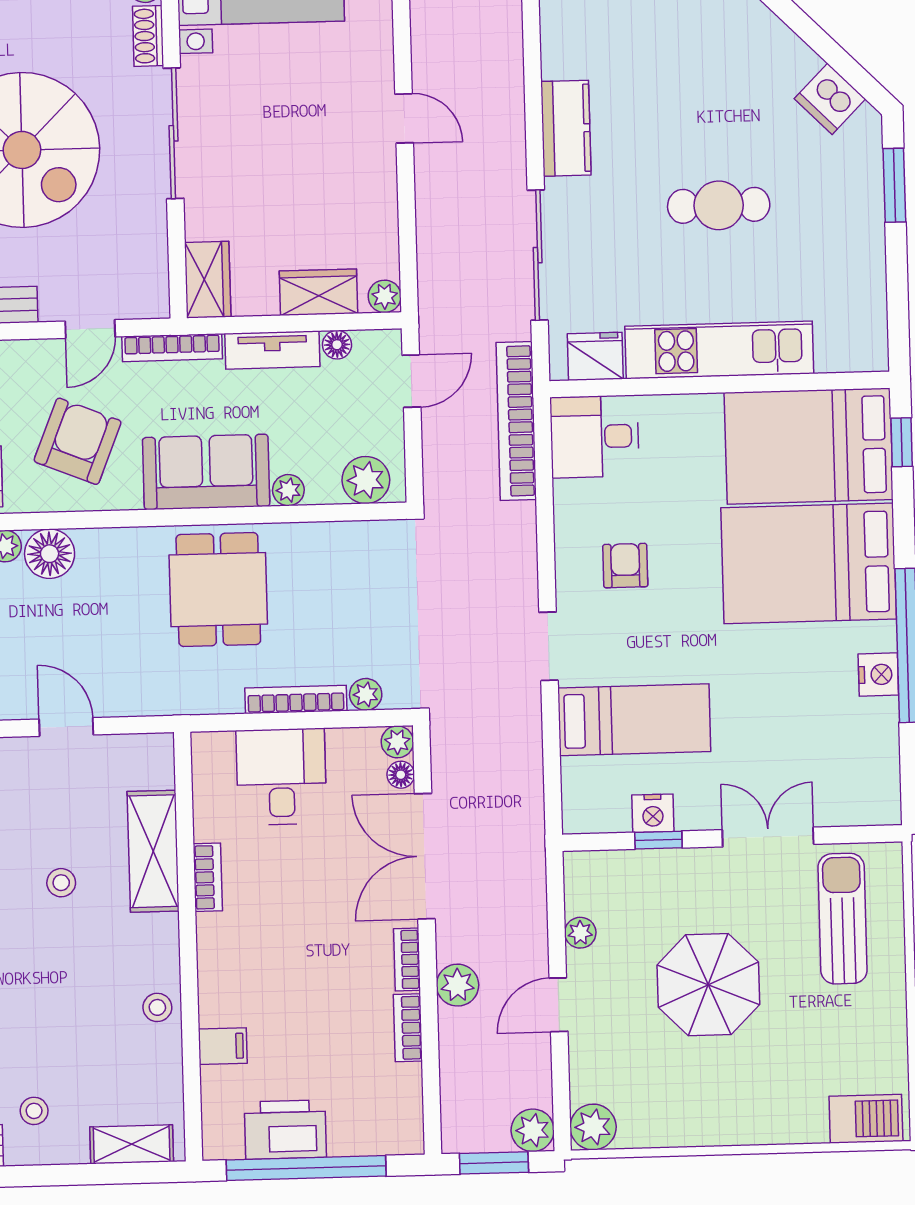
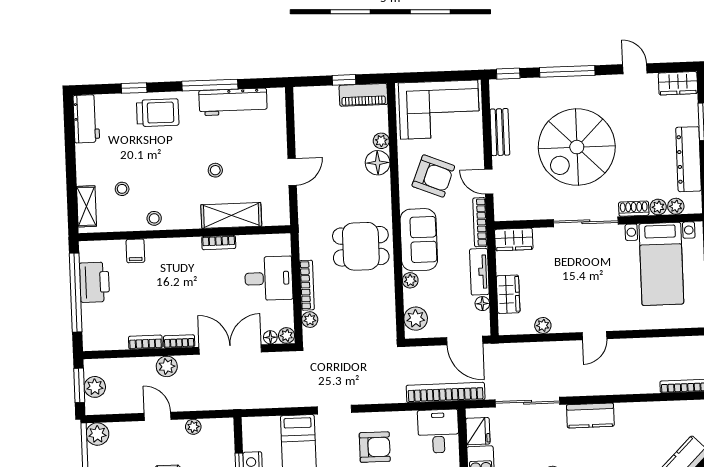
plant: (385, 296) -> (543, 325), moved
door: (411, 381) -> (465, 341), width x1.38
armchair: (625, 566) -> (375, 447), width x1.38, depth x1.38
stool: (34, 1111) -> (122, 189), moved
plant: (533, 1130) -> (95, 387), moved

